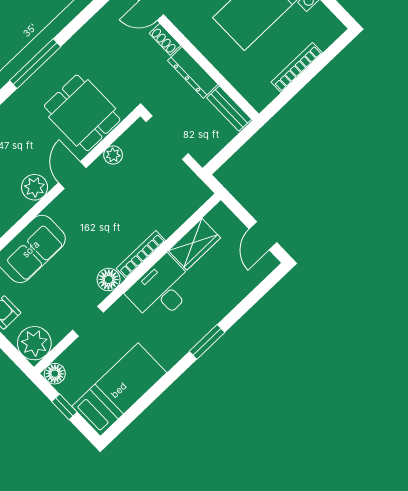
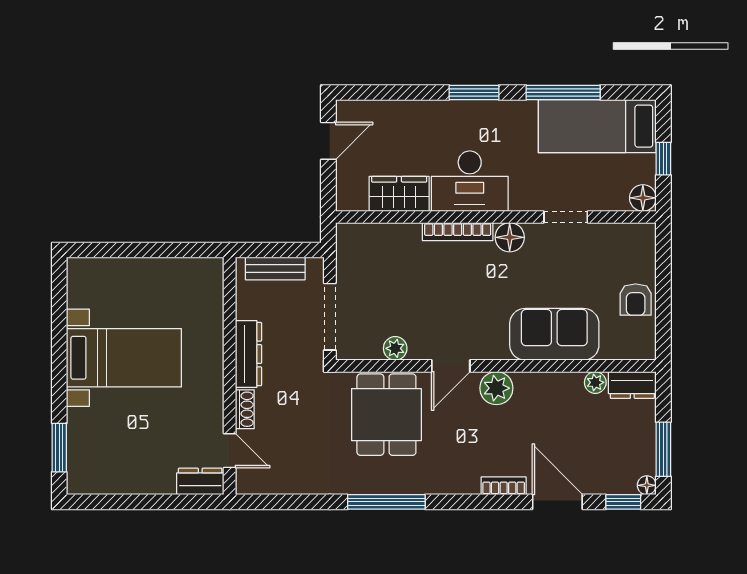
bookcase: (297, 67) -> (148, 266), removed
bench: (229, 109) -> (275, 268), moved, turned 90
plant: (34, 343) -> (635, 244), removed
window: (157, 390) -> (563, 92), added

